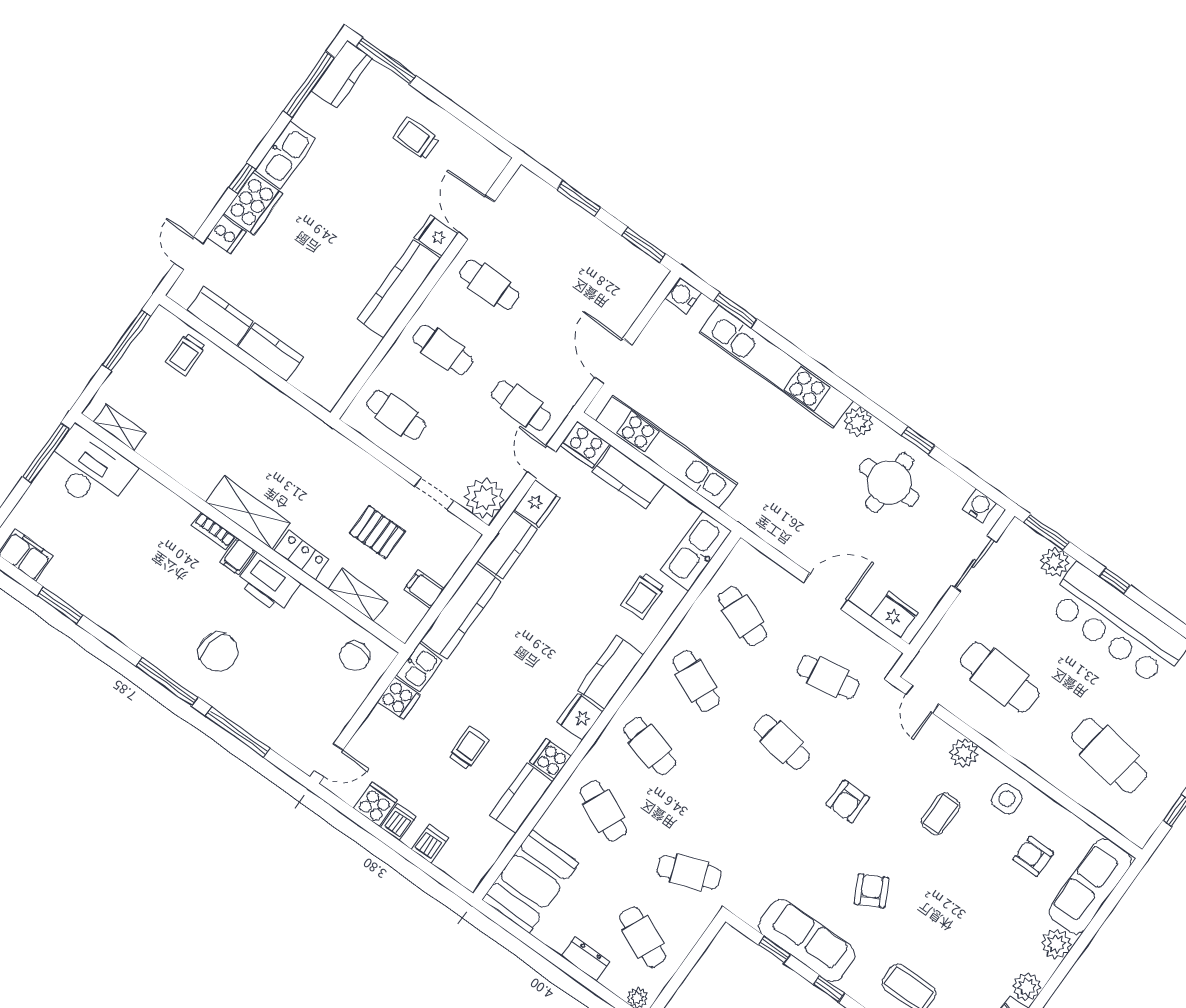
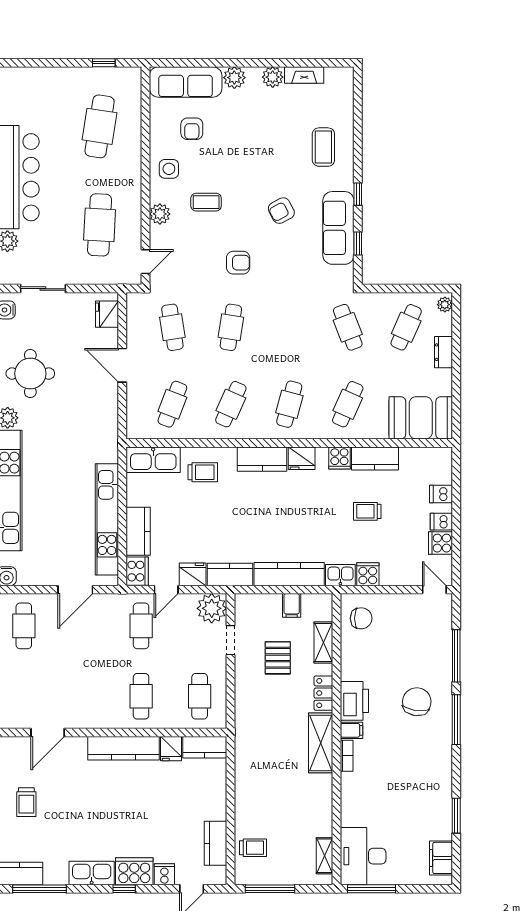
fridge: (436, 236) -> (171, 749), moved
cafe table: (489, 285) -> (24, 626), moved
kitchen counter: (271, 352) -> (205, 747), moved, turned -90

